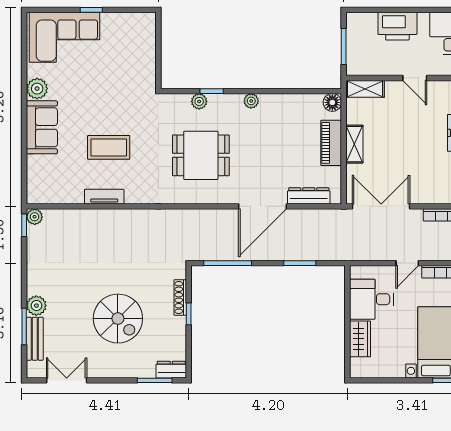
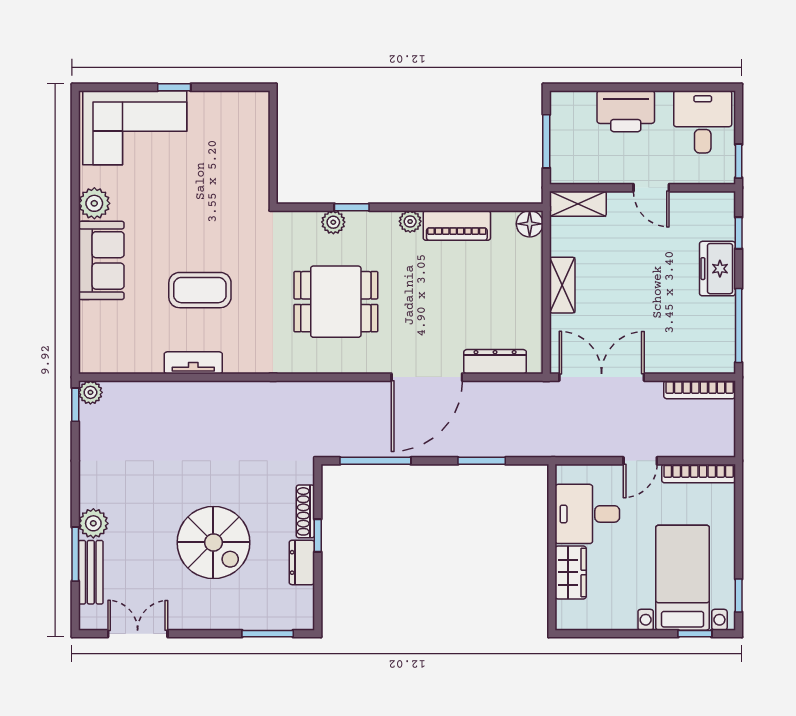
piano: (331, 143) -> (457, 225), moved, turned -90
dresser: (171, 370) -> (302, 562), moved, turned -90

